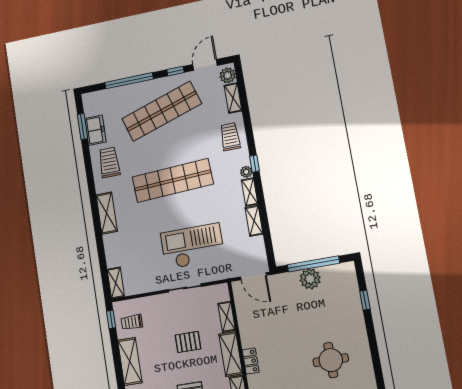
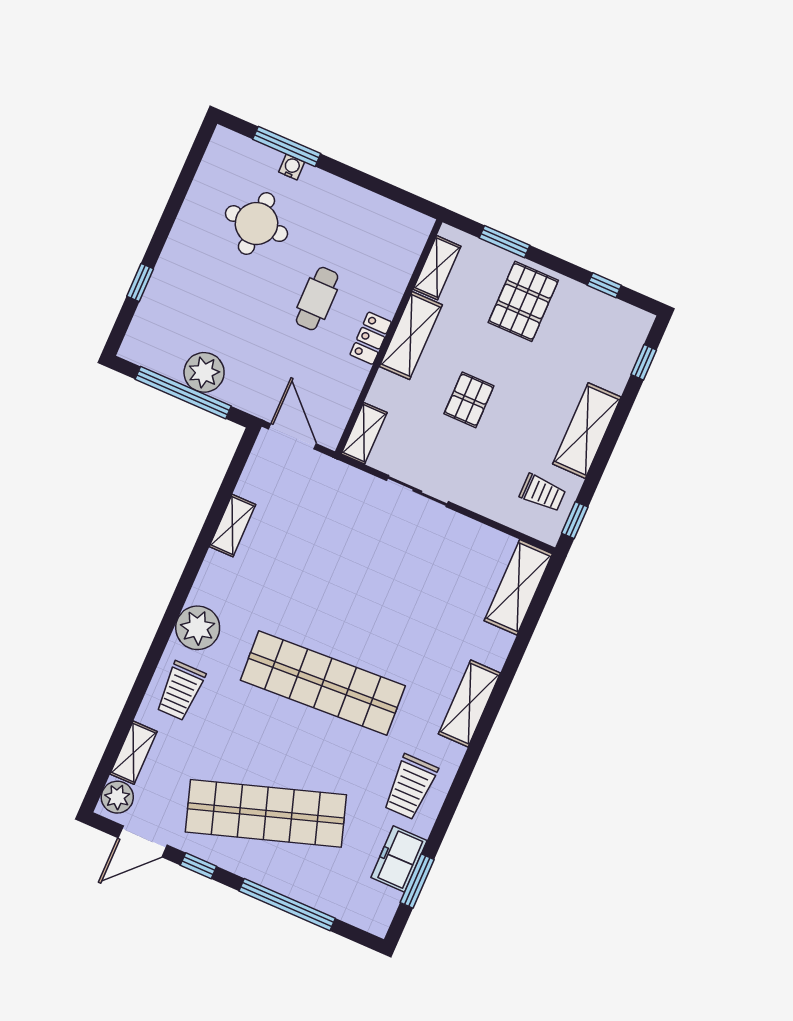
window: (255, 164) -> (170, 619), removed
plant: (246, 172) -> (198, 628), width x1.88, depth x1.88
shelving: (250, 192) -> (209, 578), removed
checkout: (192, 246) -> (360, 551), removed
shelving: (116, 283) -> (518, 587), width x1.50, depth x1.33
shelving: (227, 317) -> (364, 433), moved
pallet: (188, 342) -> (469, 400), turned 90
cafe table: (282, 344) -> (317, 299), added
locker: (251, 361) -> (371, 338), moved

